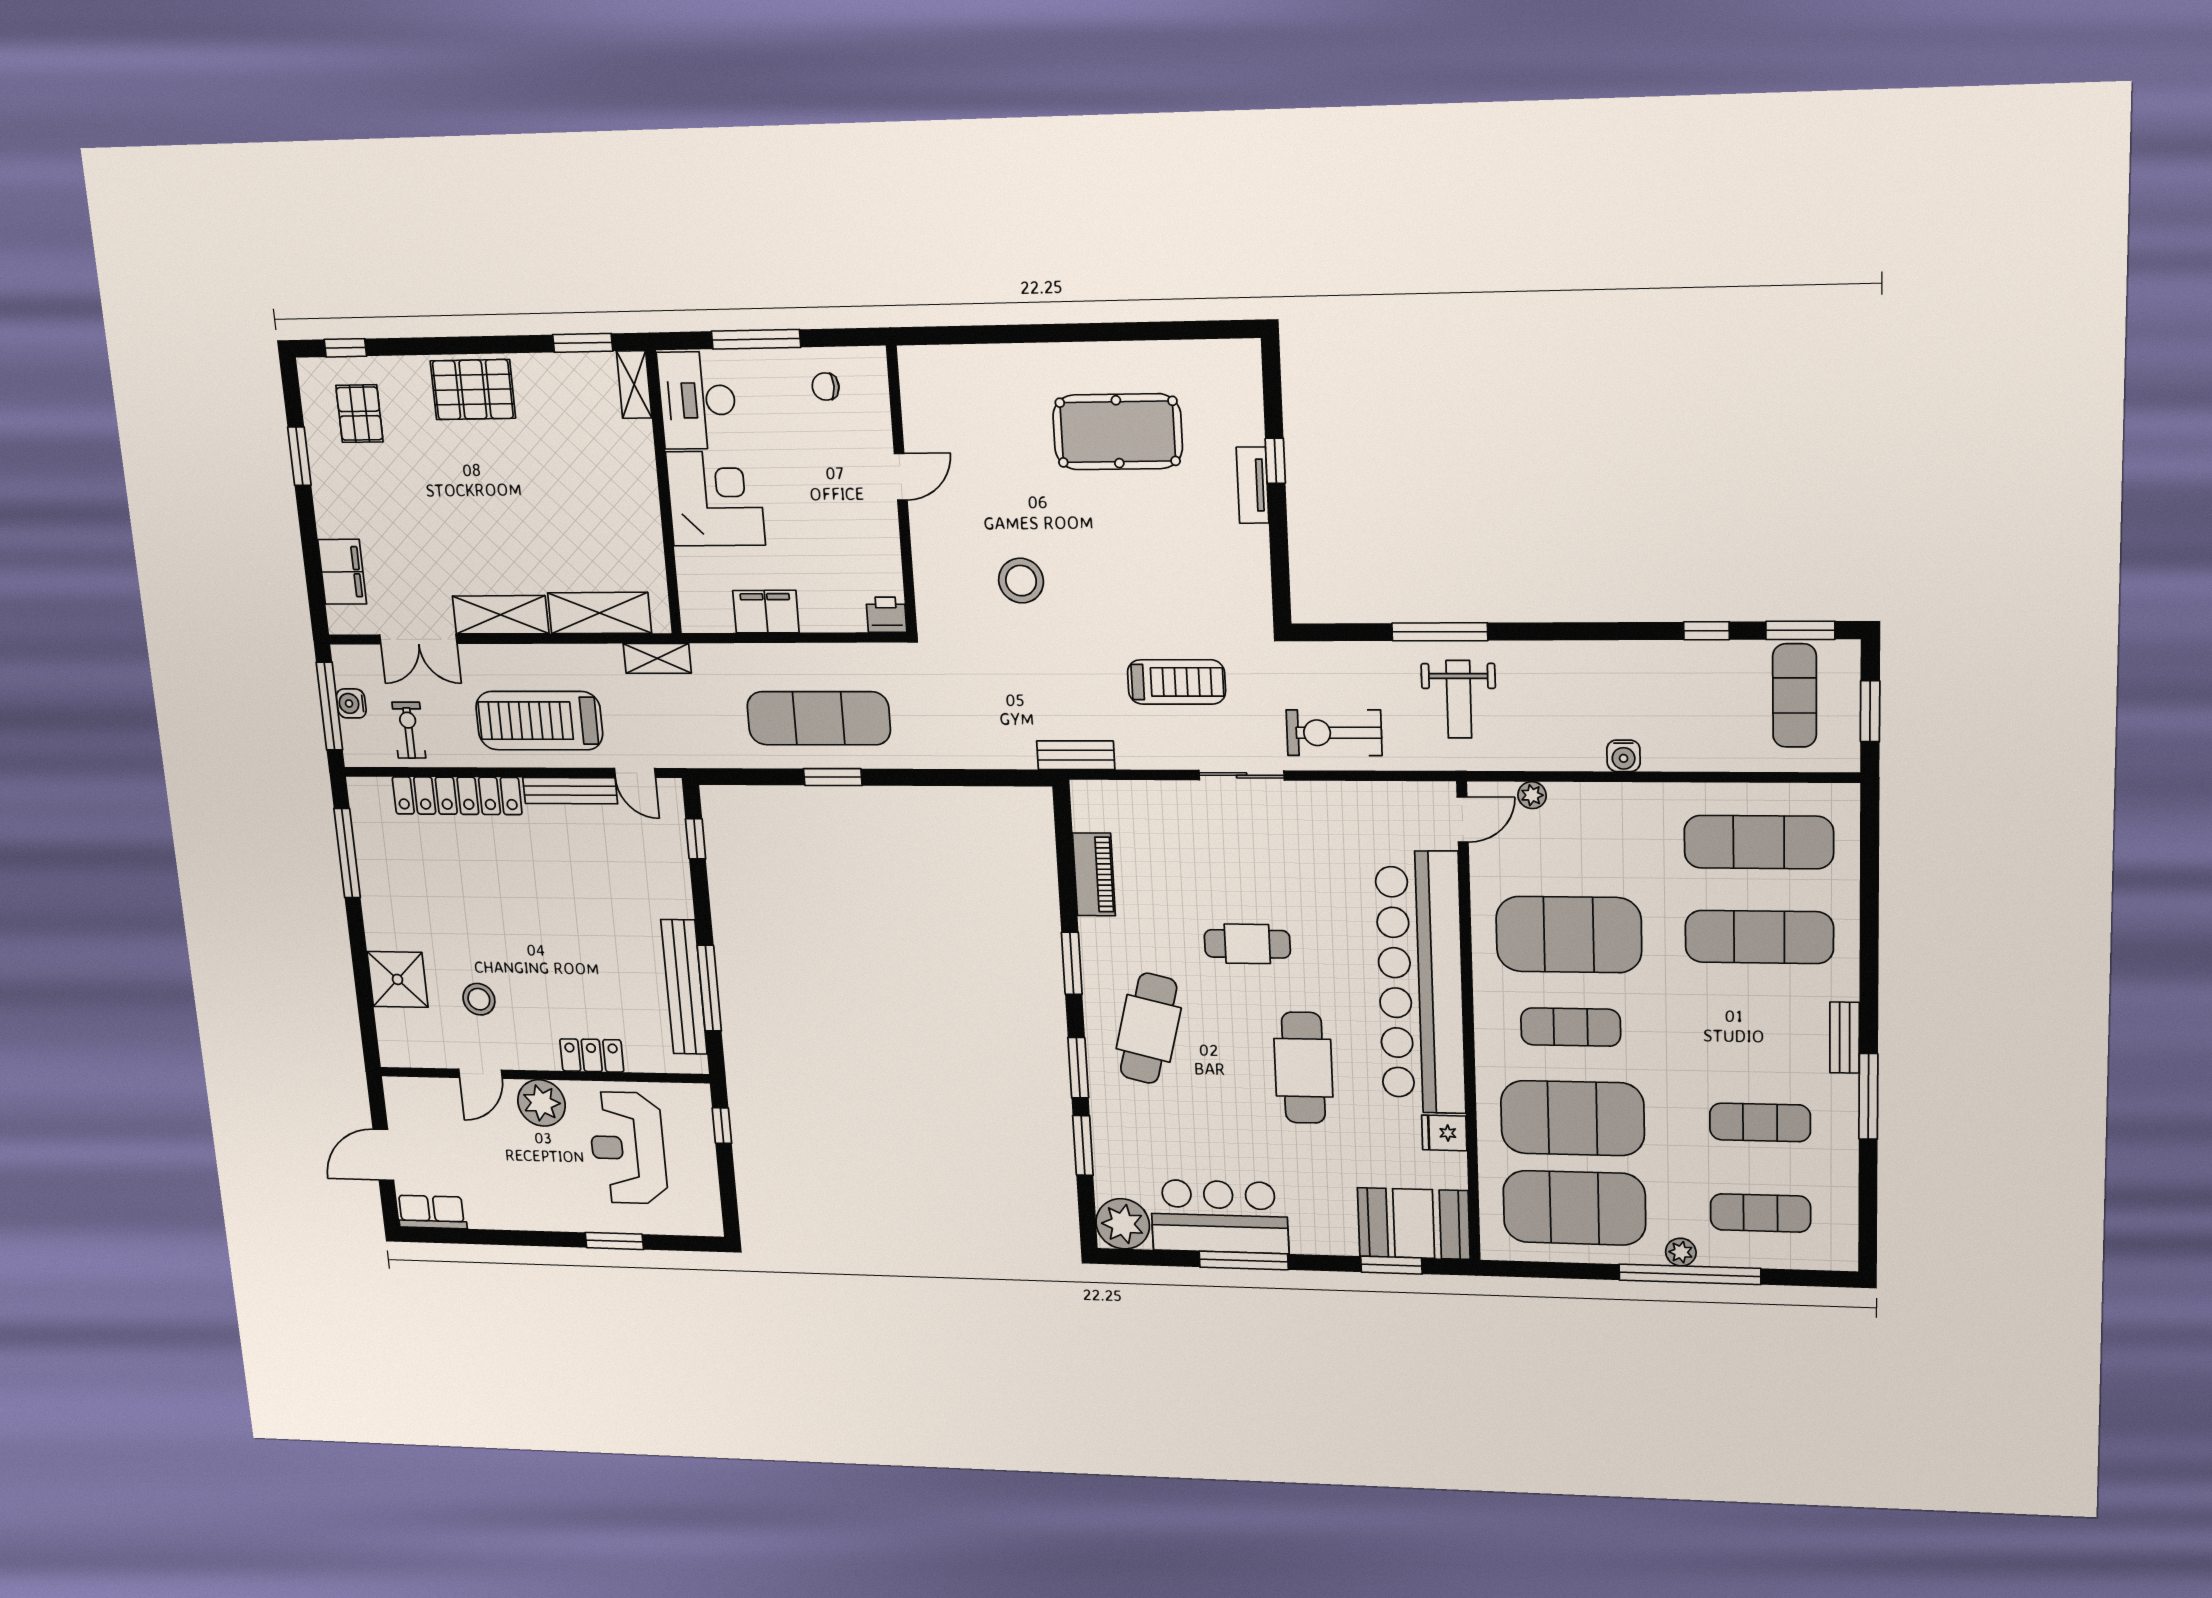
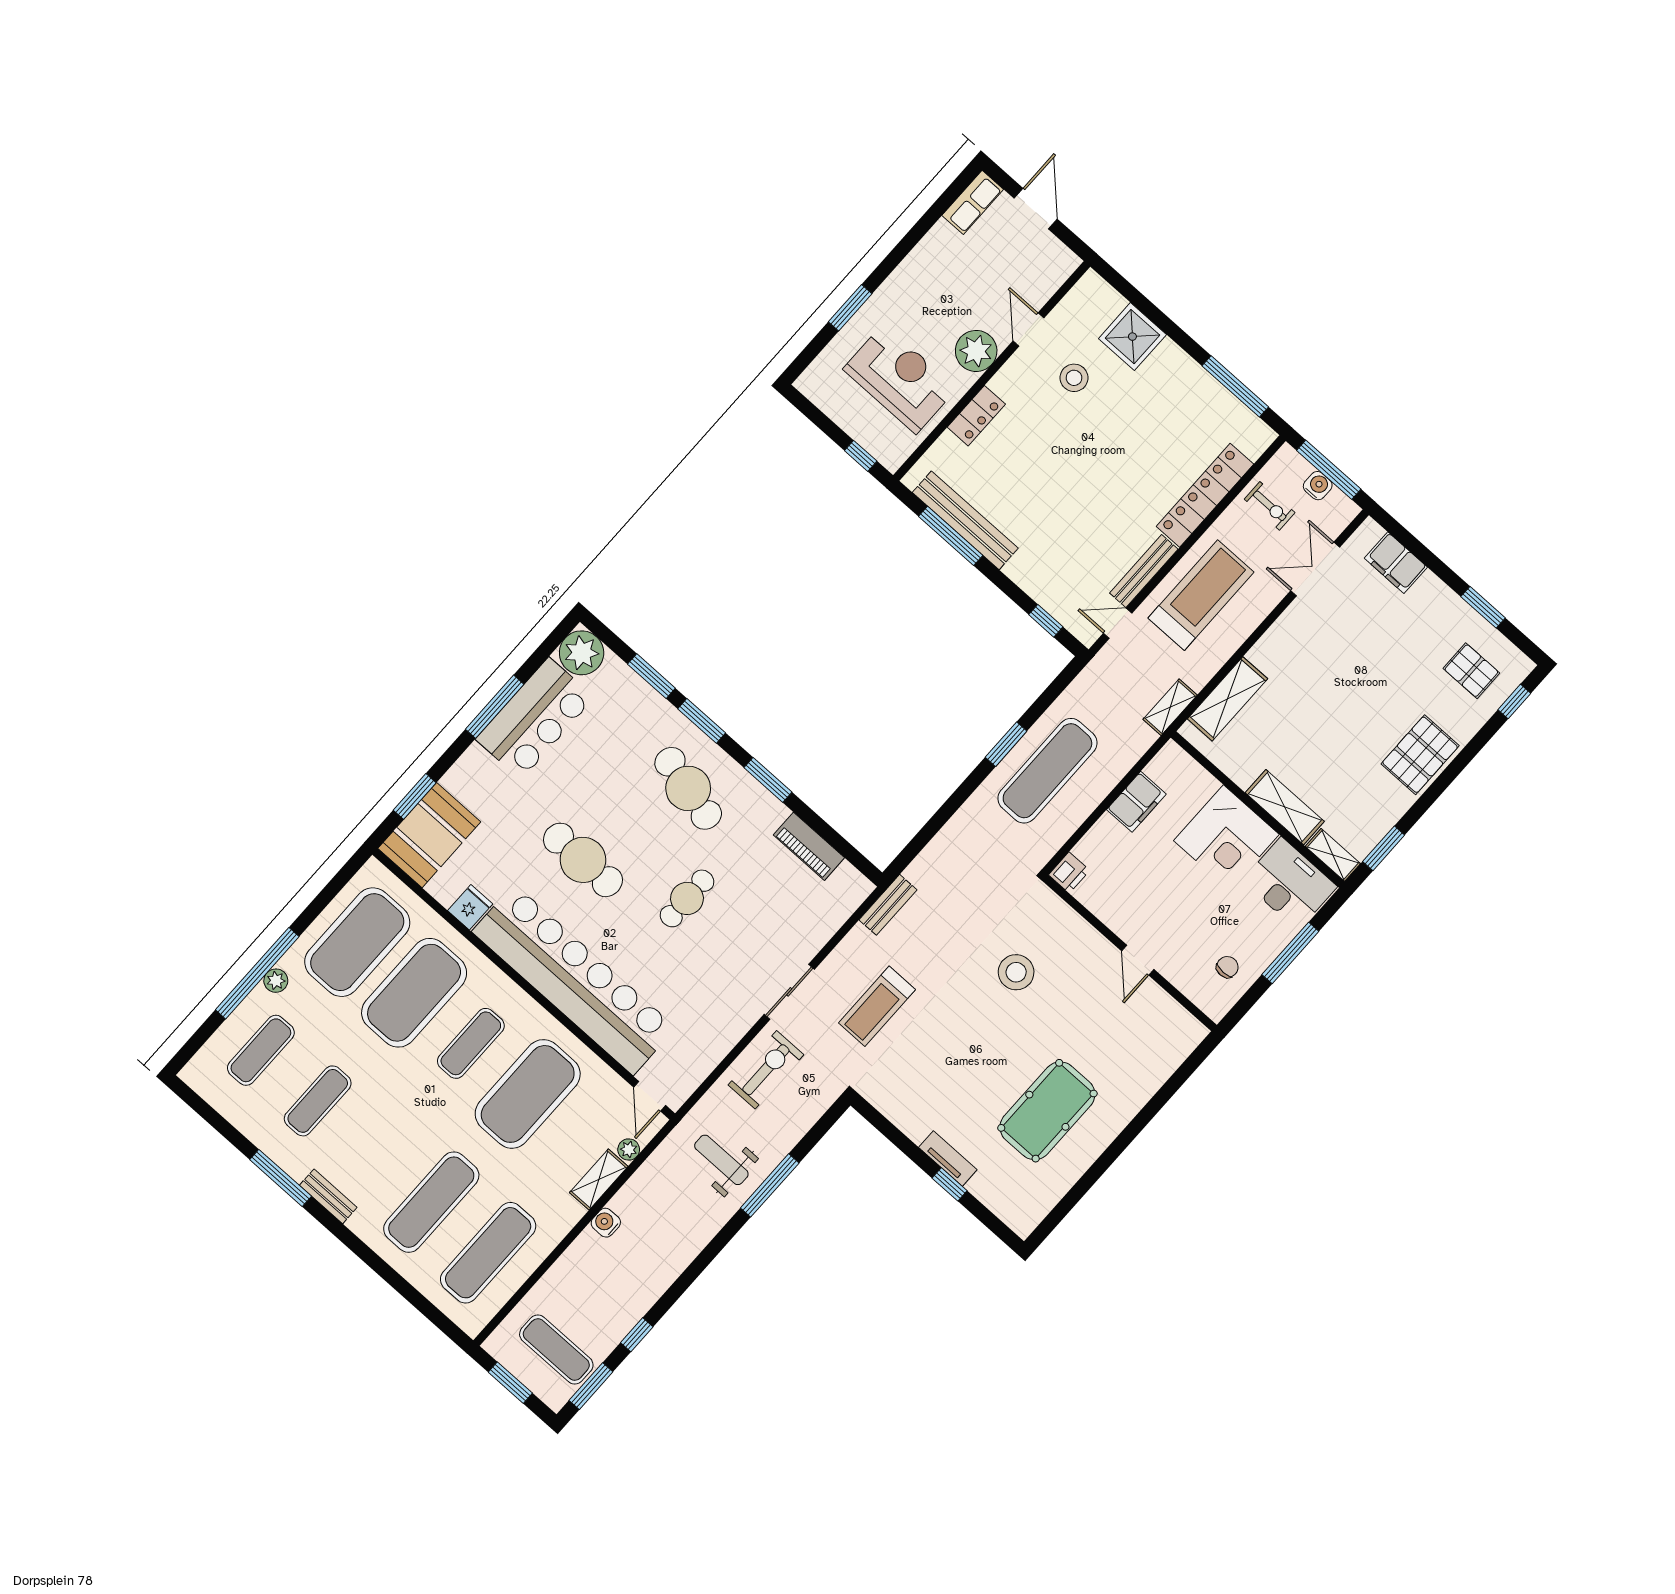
shelving: (501, 615) -> (1285, 807), moved, turned 90
shelving: (1588, 799) -> (599, 1179), added

